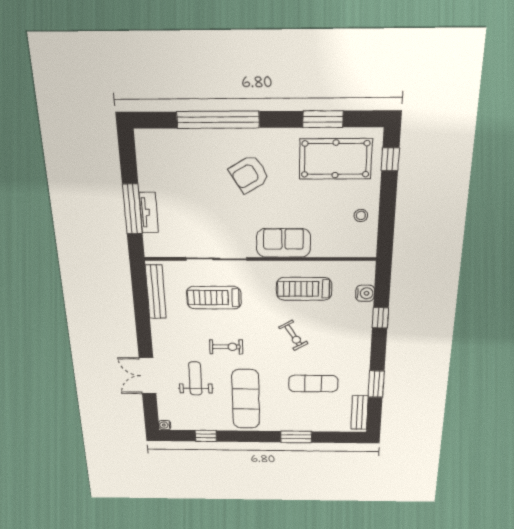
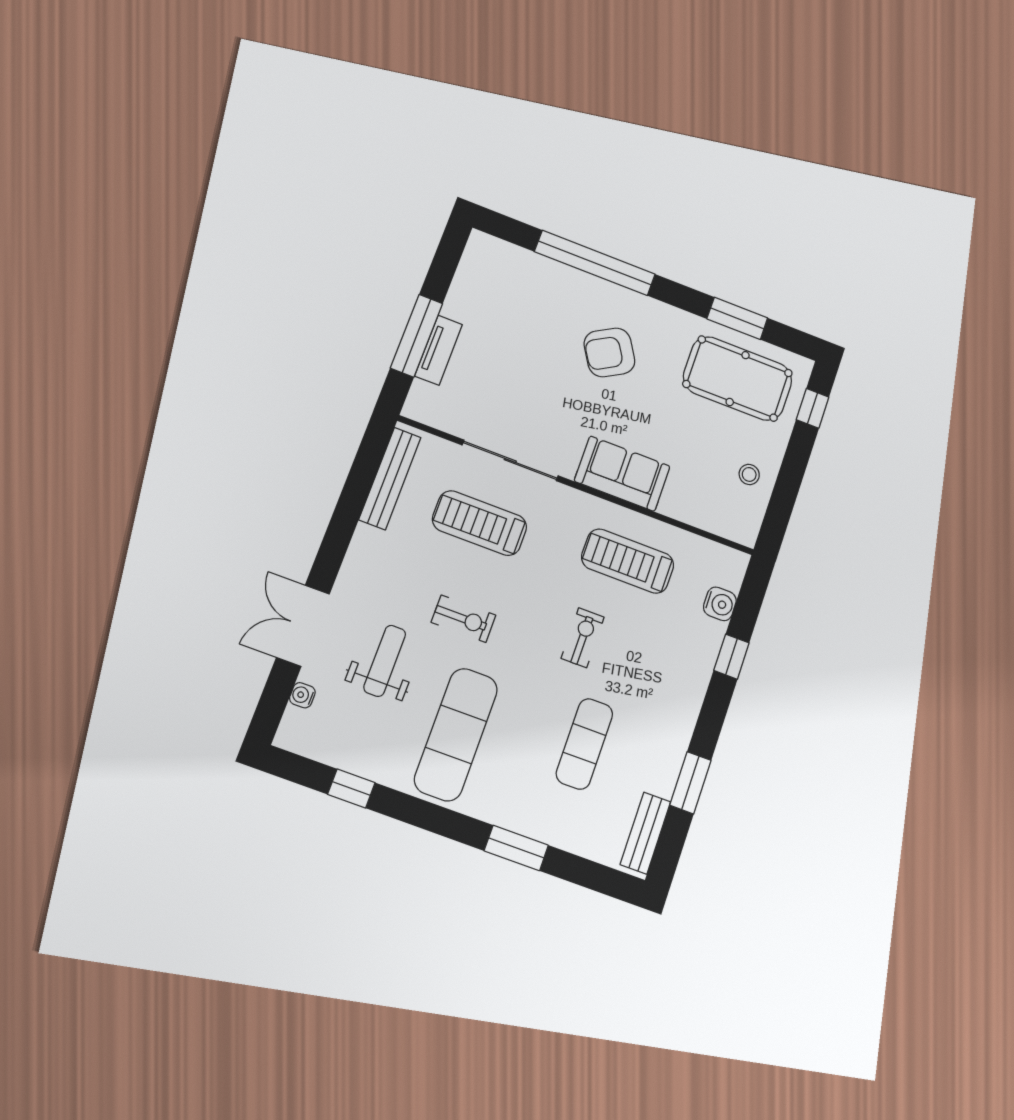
exercise bike: (293, 335) -> (583, 638), turned -149
exercise mat: (313, 384) -> (584, 744), turned 90
water cooler: (165, 425) -> (302, 695), moved

